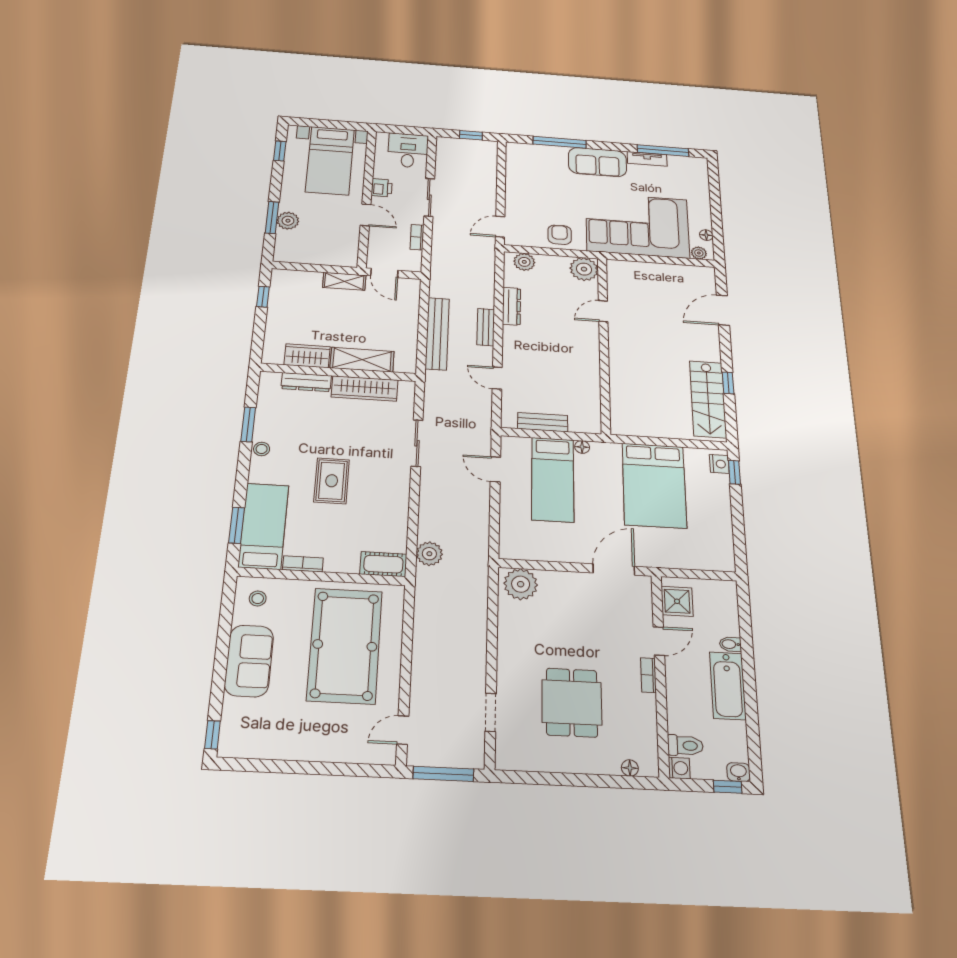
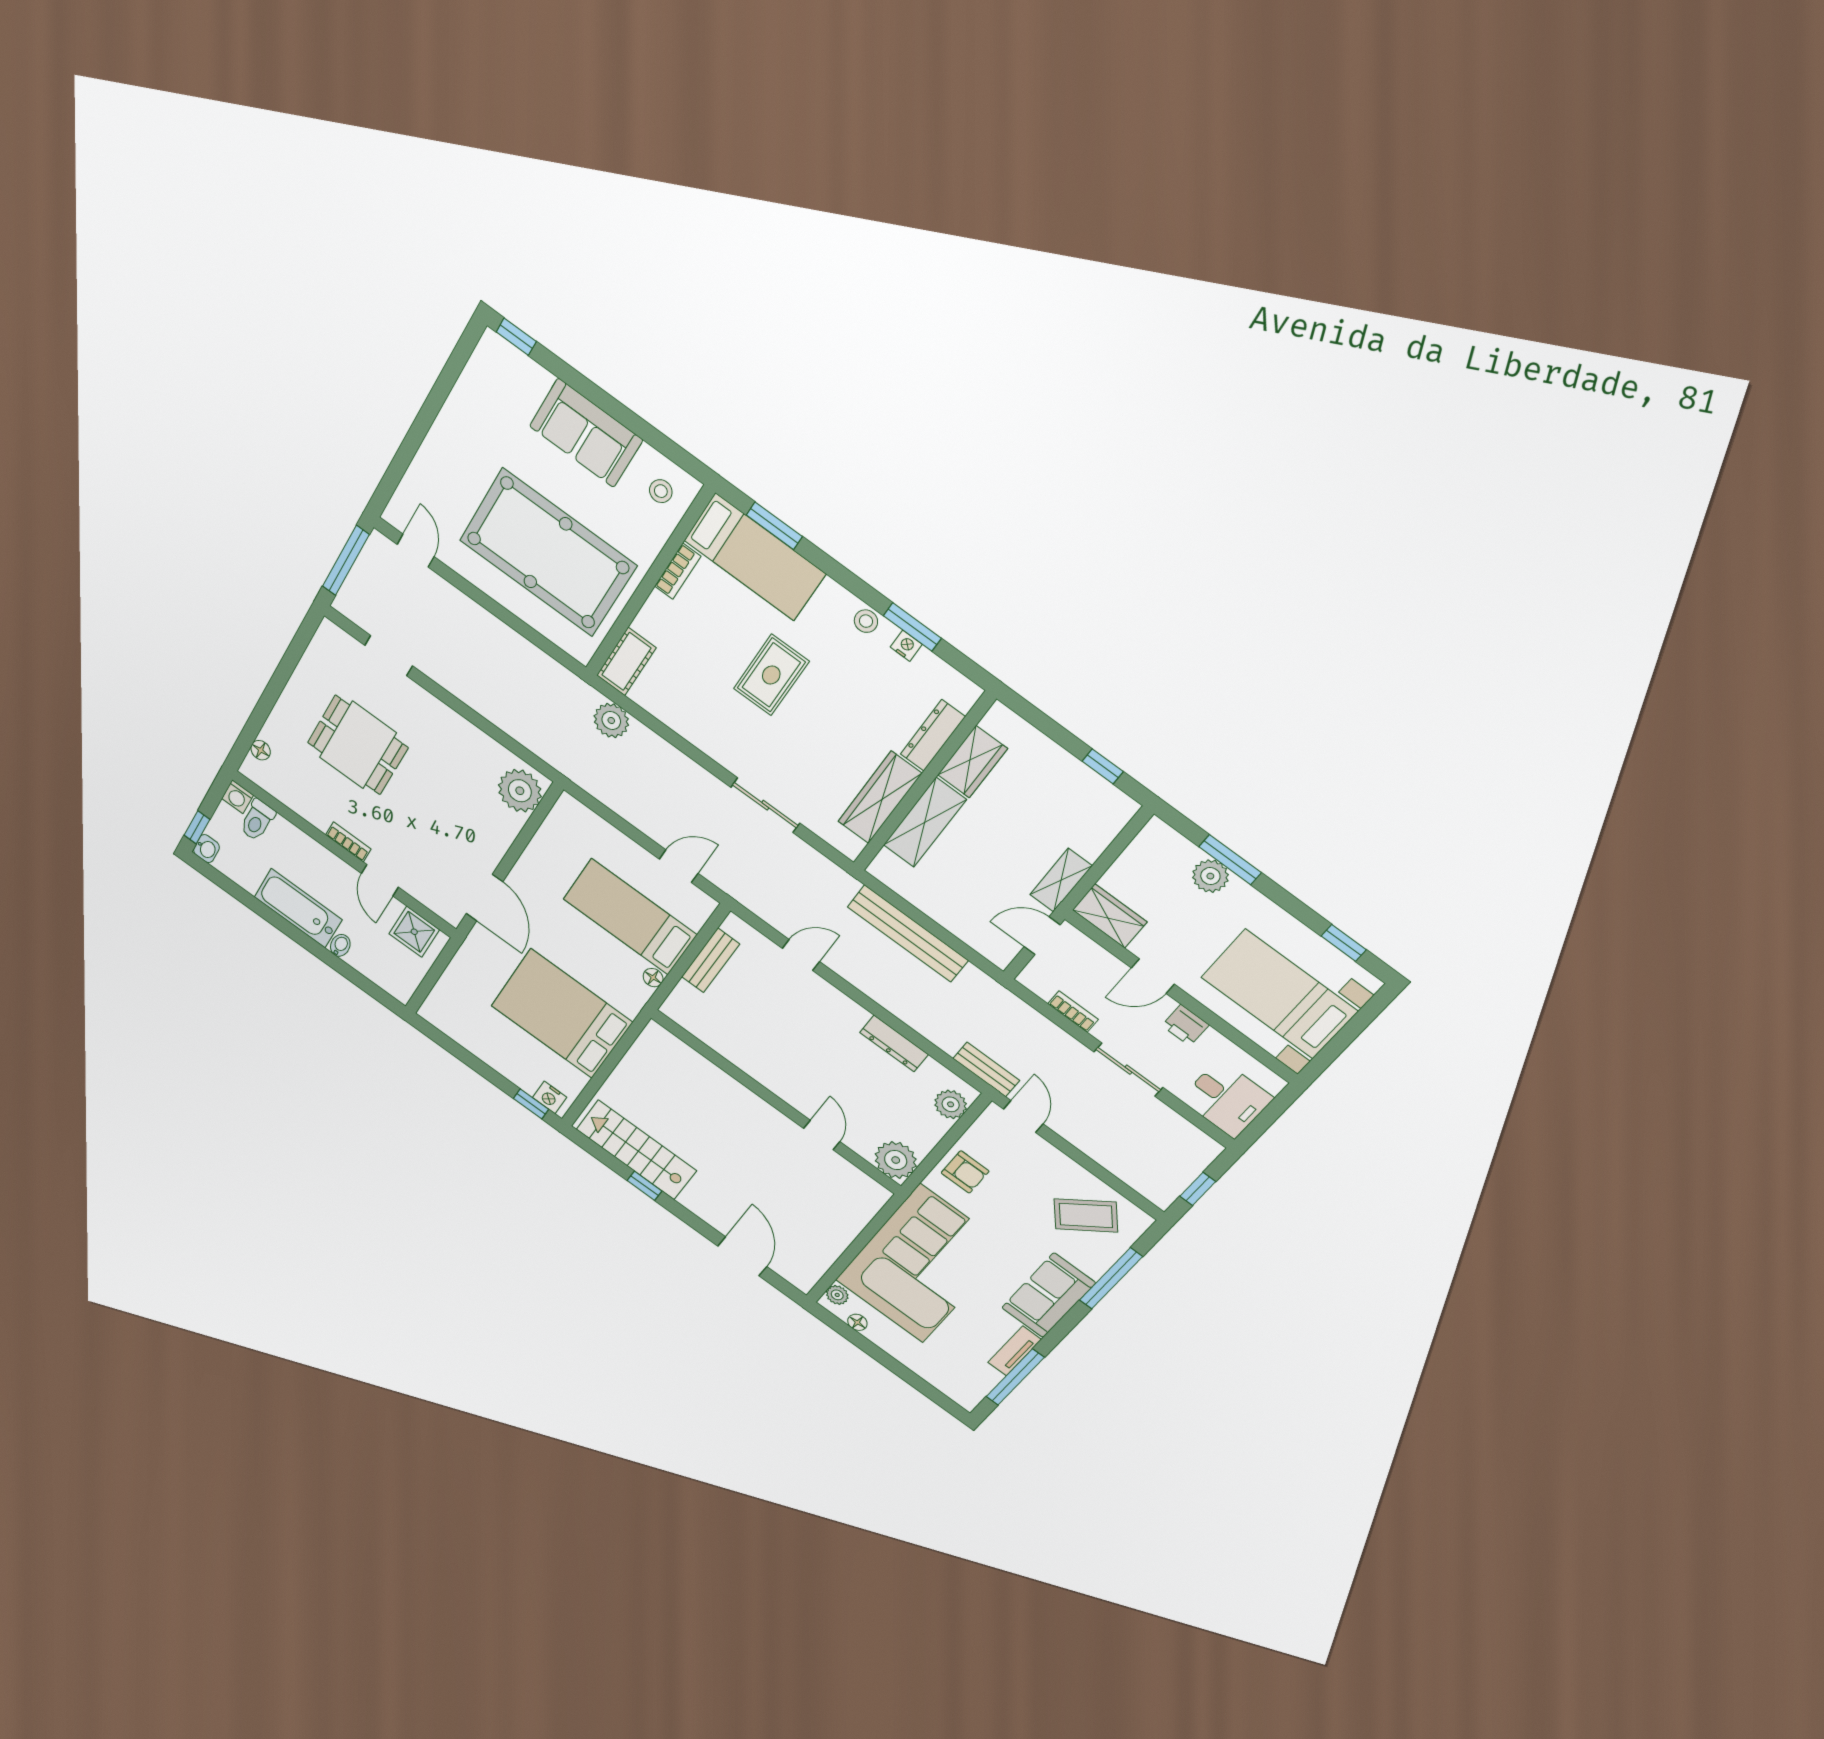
coffee table: (533, 171) -> (1086, 1215), added
wardrobe: (347, 250) -> (1110, 916), added
bench: (486, 327) -> (986, 1070), moved
nightstand: (262, 422) -> (906, 646), added
rug: (332, 481) -> (771, 675), turned 90

